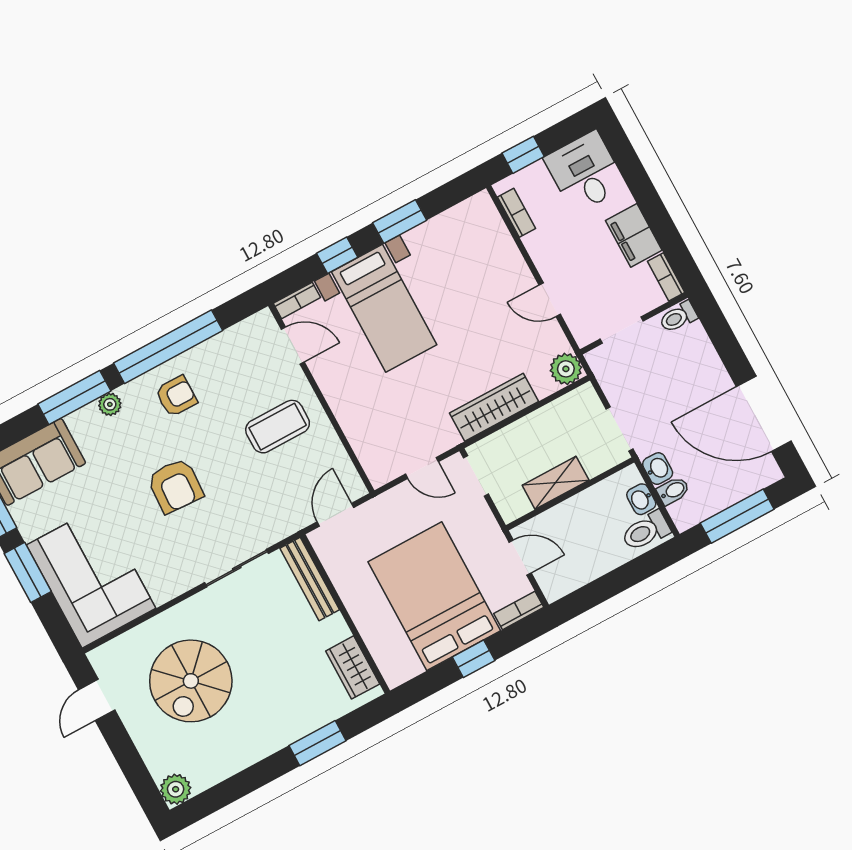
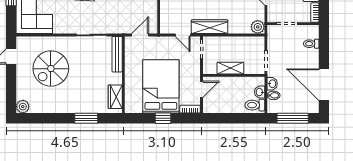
toilet: (678, 317) -> (311, 44), moved
wardrobe: (494, 407) -> (210, 27), moved
door: (520, 557) -> (202, 89), hinge flipped

